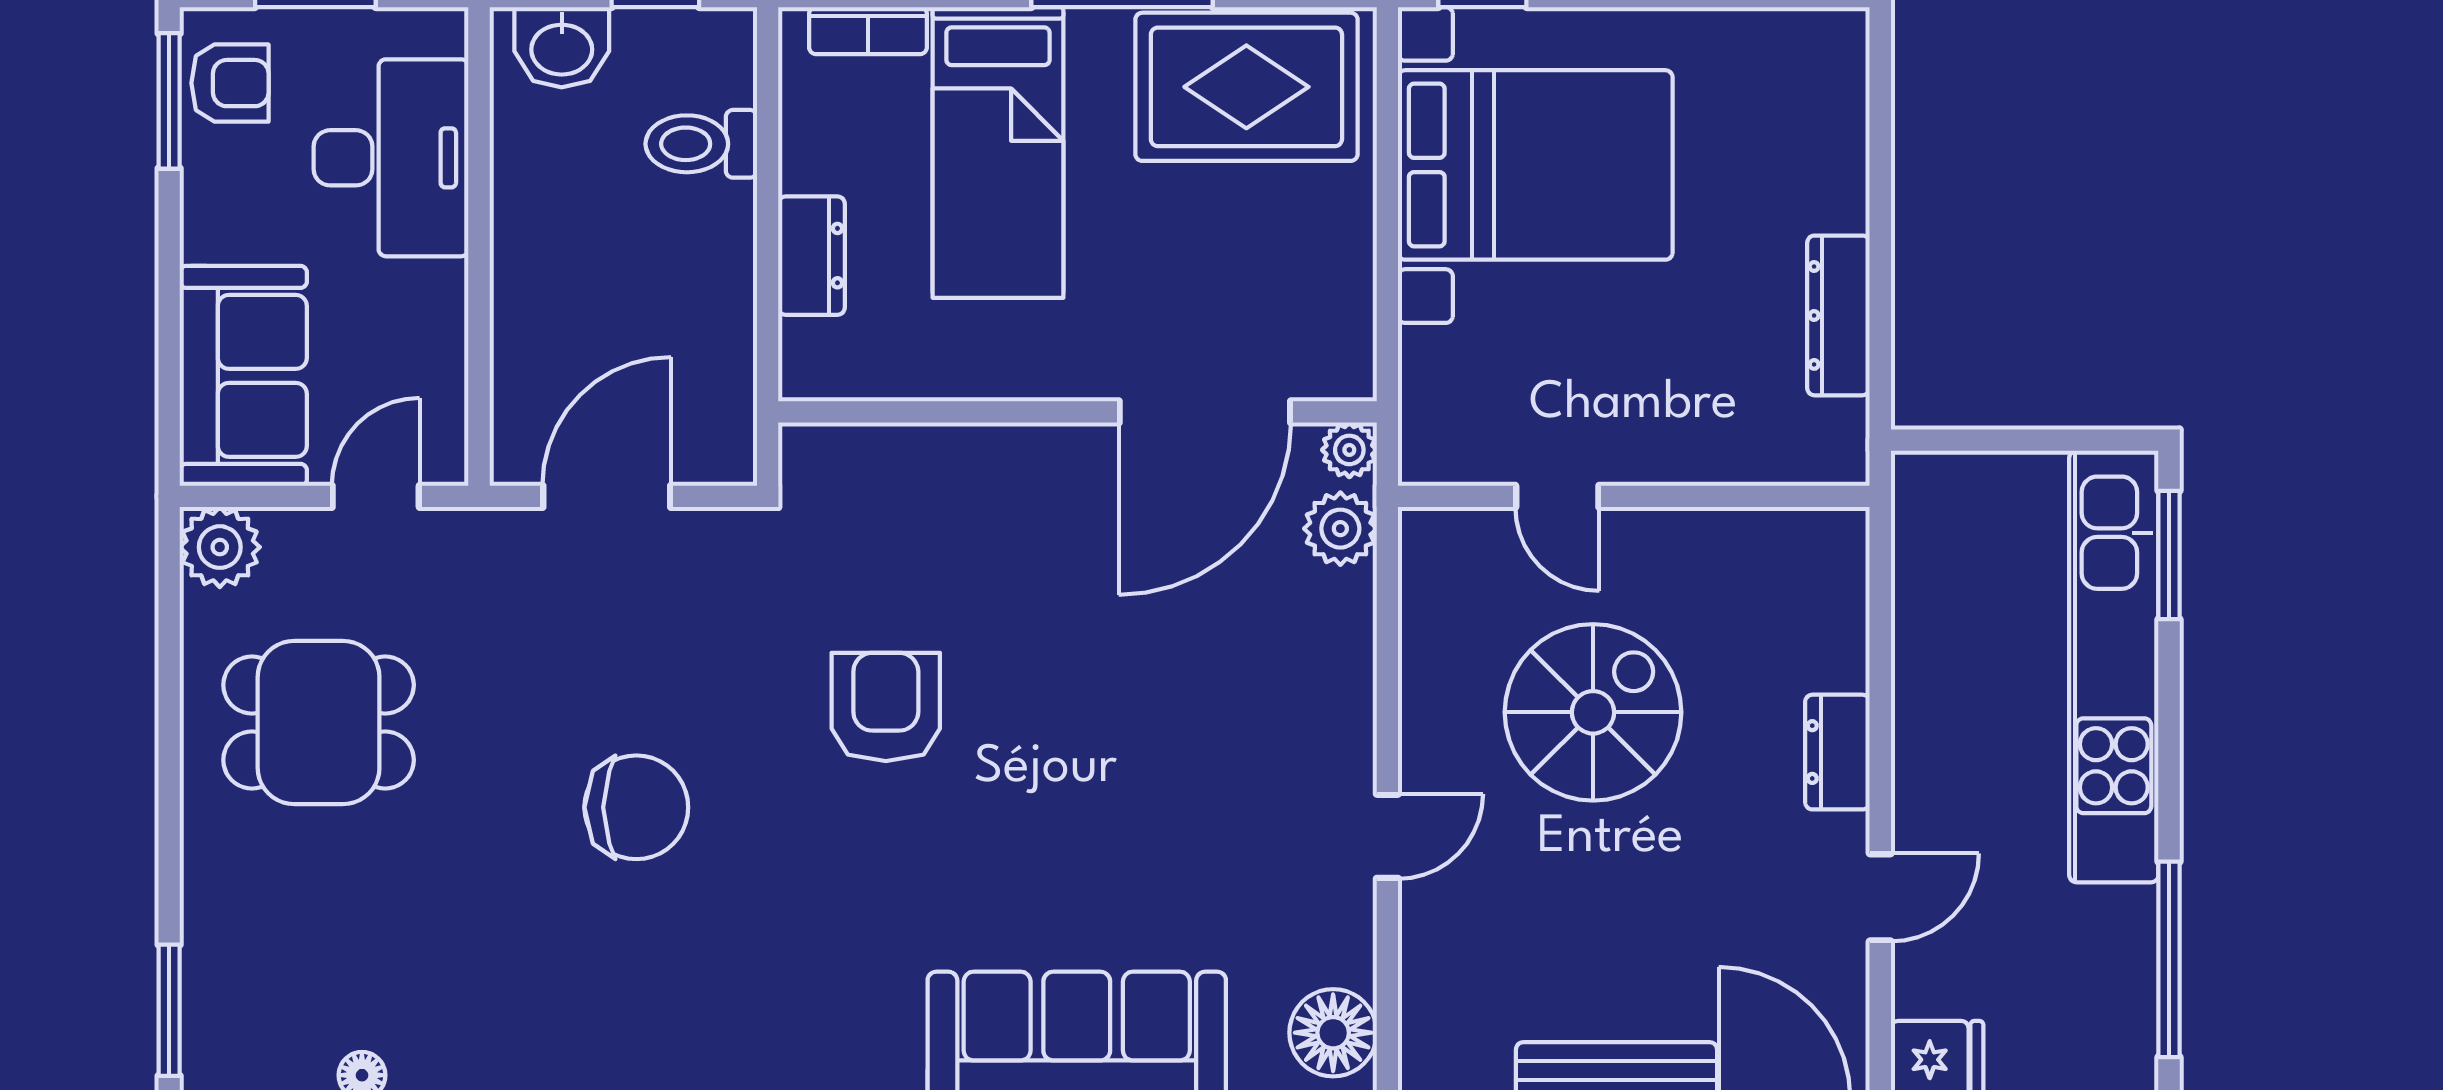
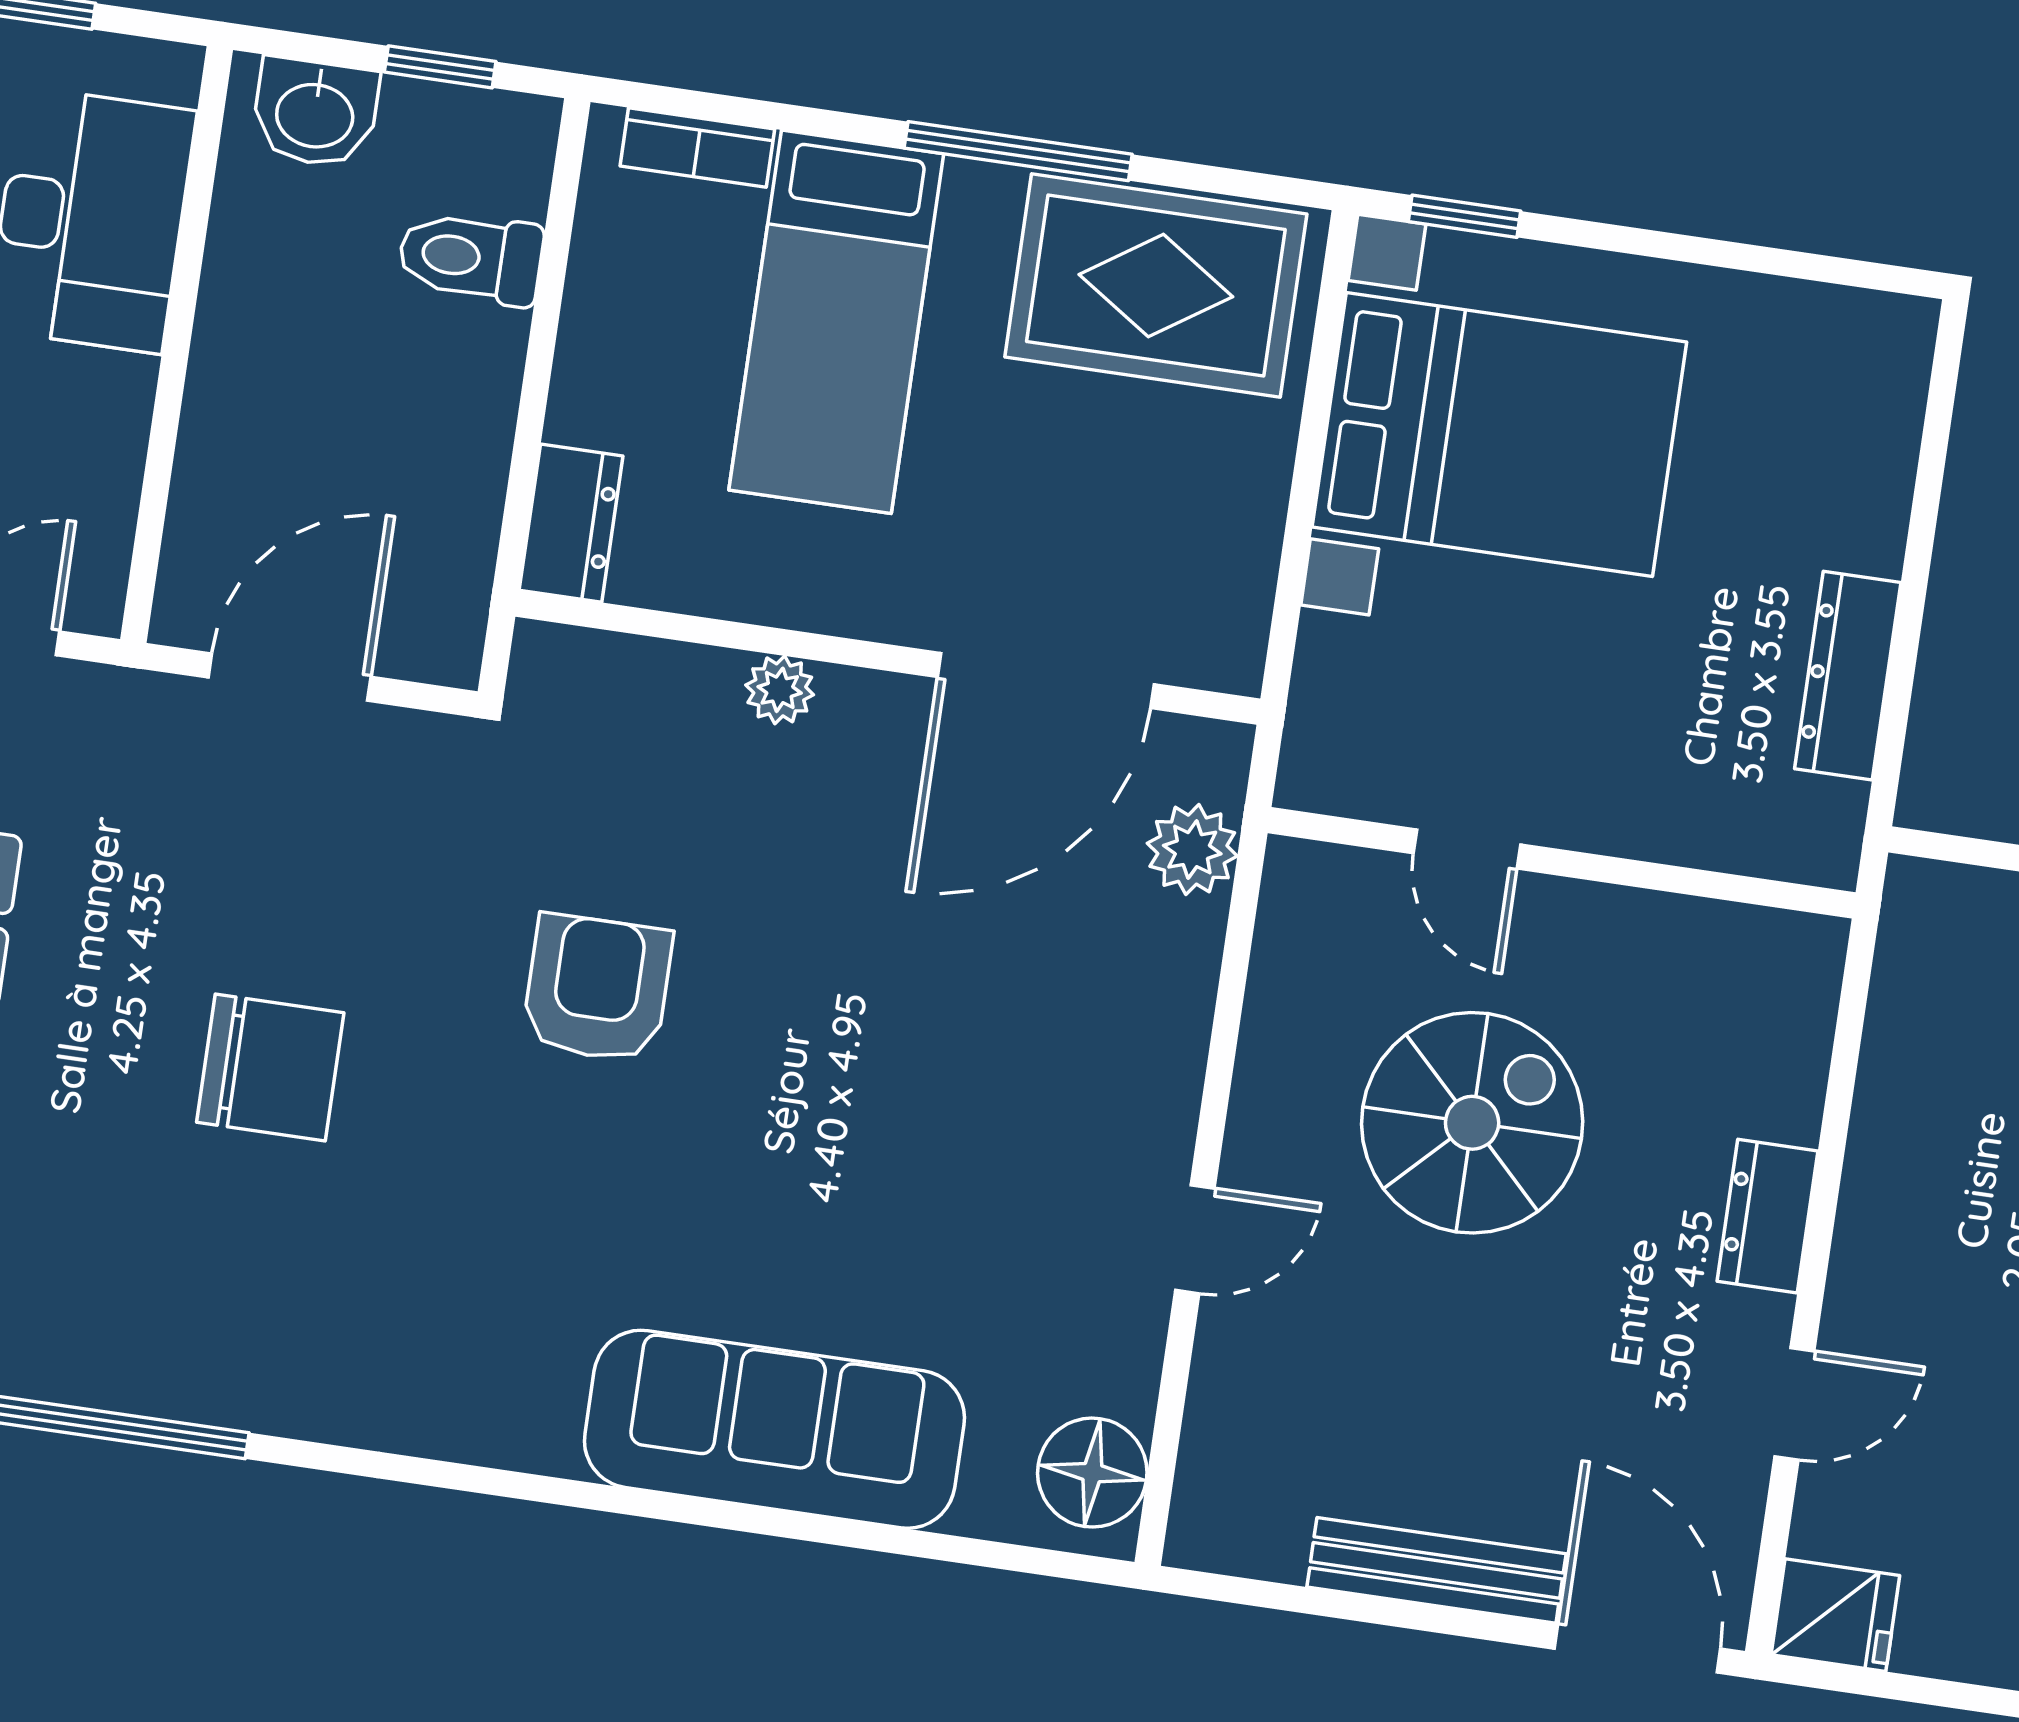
dresser: (811, 256) -> (571, 523), moved
plant: (1349, 450) -> (780, 690), moved

